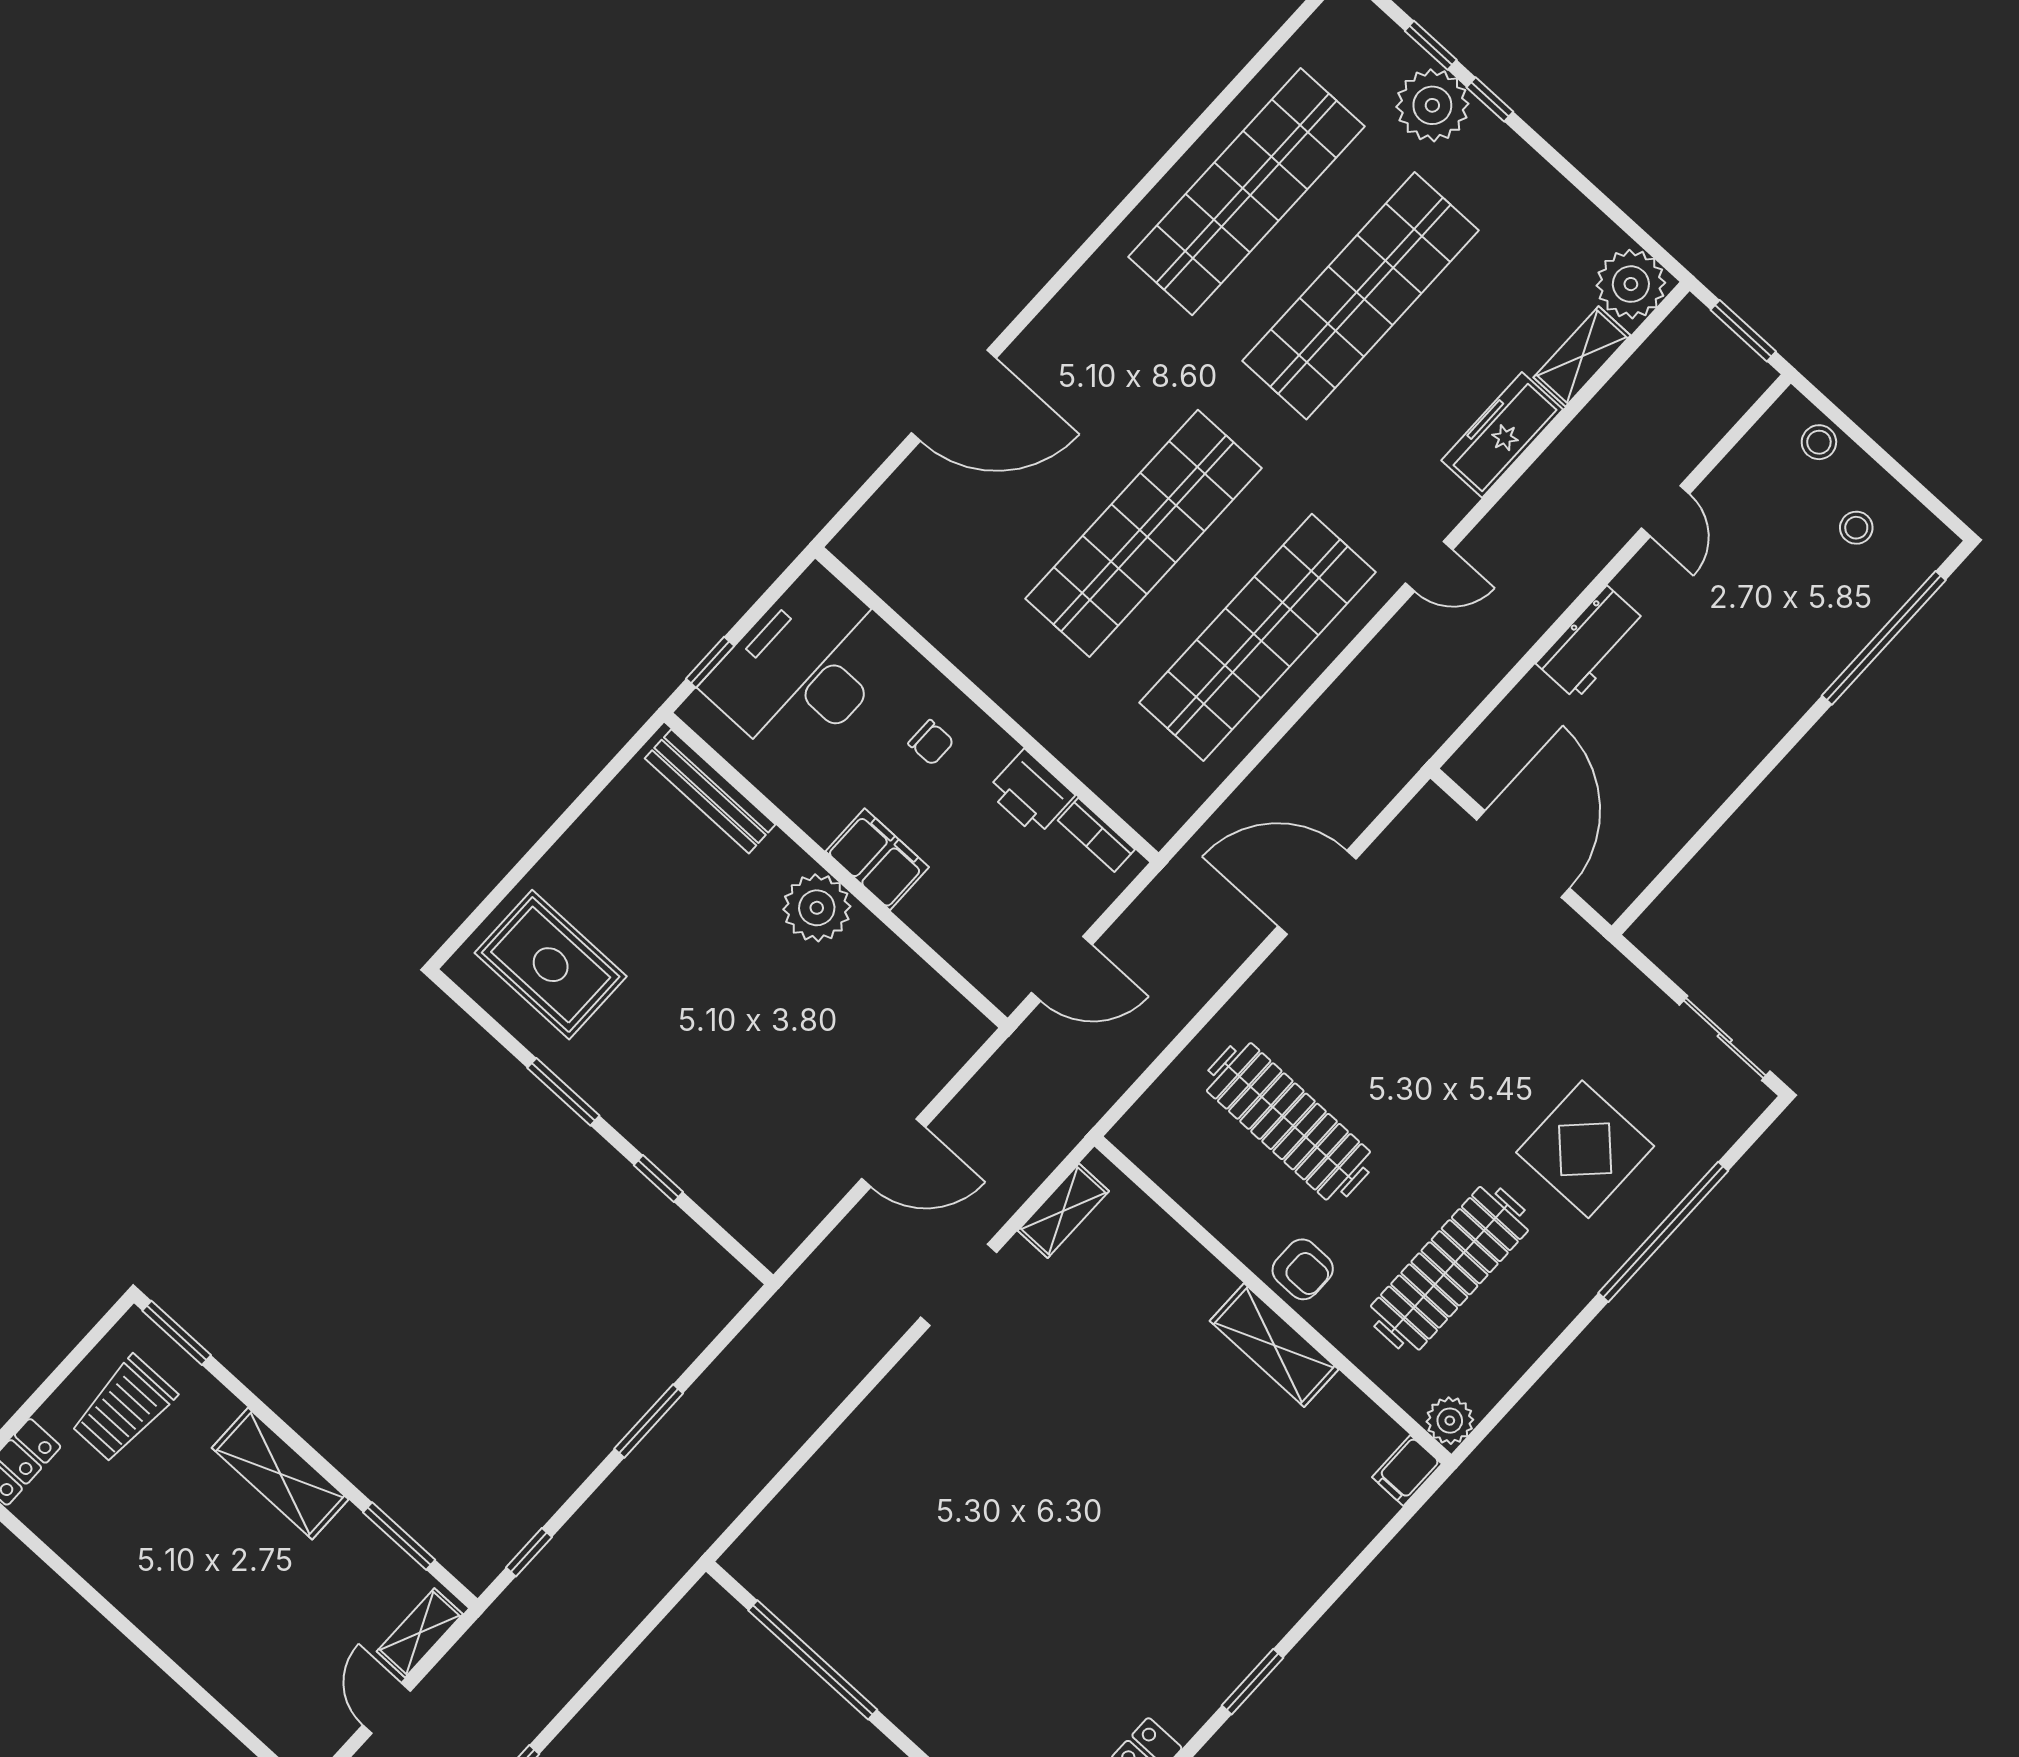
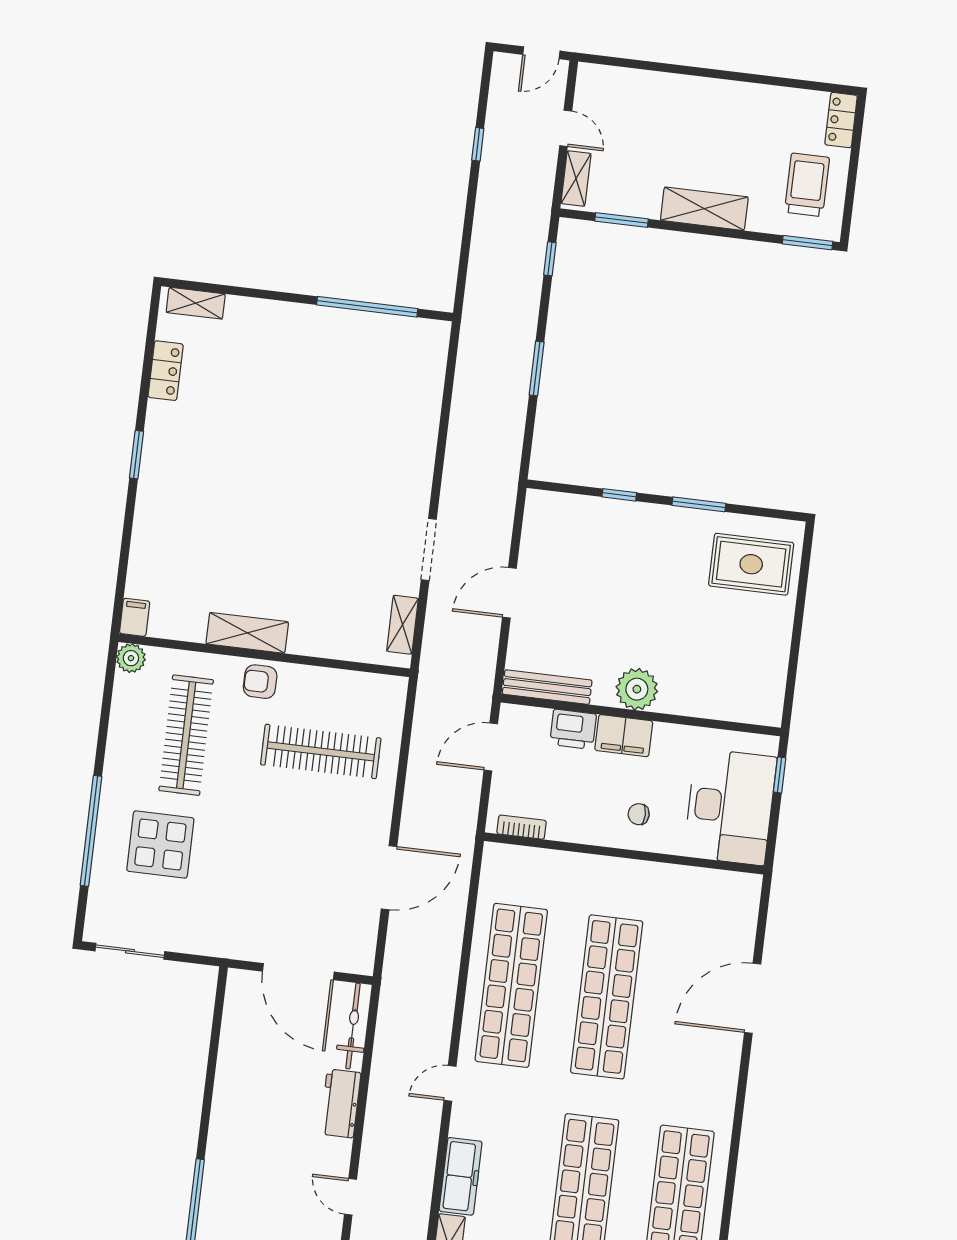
bicycle: (1503, 732) -> (353, 1026), added
bench: (710, 791) -> (547, 687), moved
printer: (1031, 793) -> (573, 729), moved, turned 180

